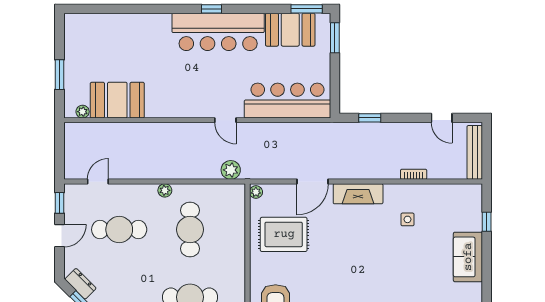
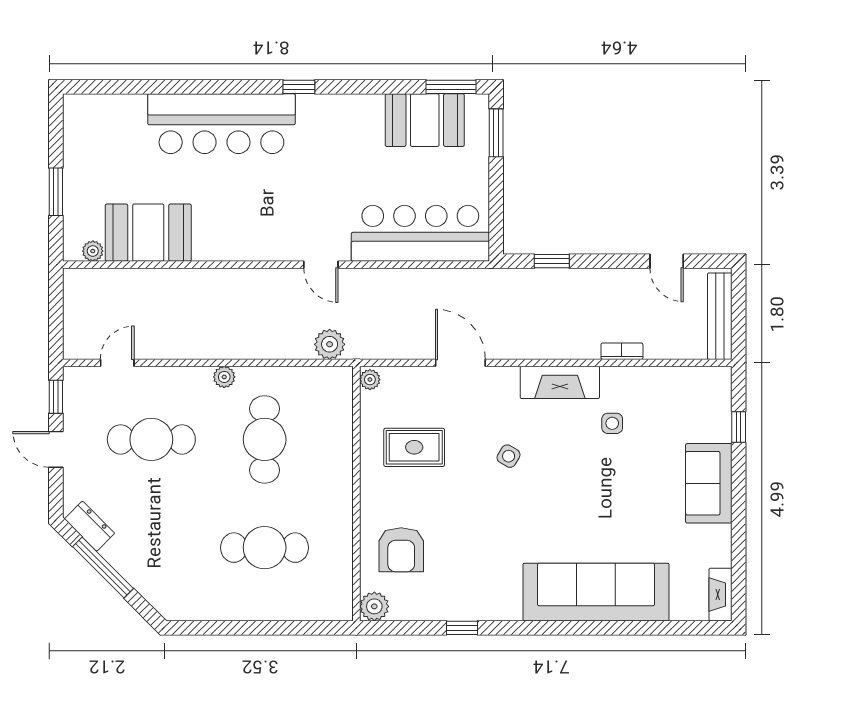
bar counter: (218, 32) -> (221, 124), moved
door: (313, 182) -> (460, 363), swing flipped
fireplace: (358, 194) -> (560, 382), moved
rug: (284, 234) -> (414, 447), width x0.73, depth x0.70
door: (60, 236) -> (56, 449), swing flipped
side table: (343, 240) -> (509, 456), added

